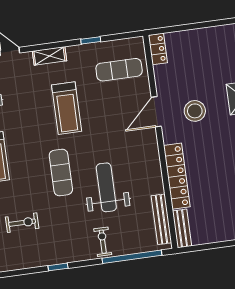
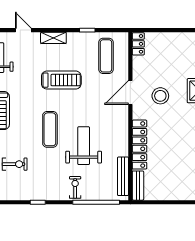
exercise mat: (119, 70) -> (106, 56), turned 90
treadmill: (67, 108) -> (61, 80), turned -90

